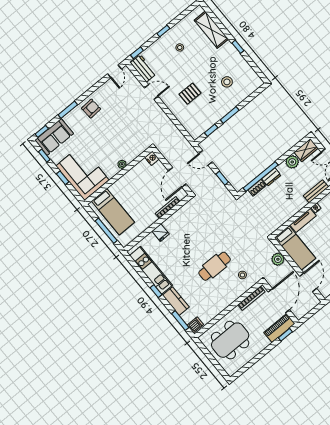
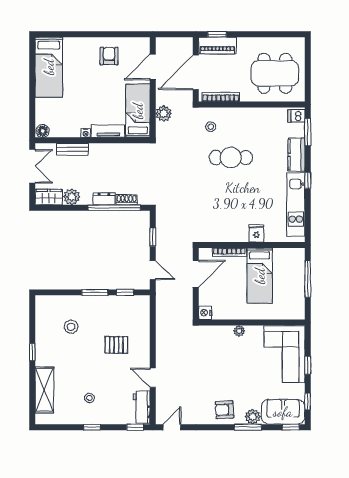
plant: (70, 119) -> (253, 417), added
bed: (113, 212) -> (260, 276), moved, turned 180

